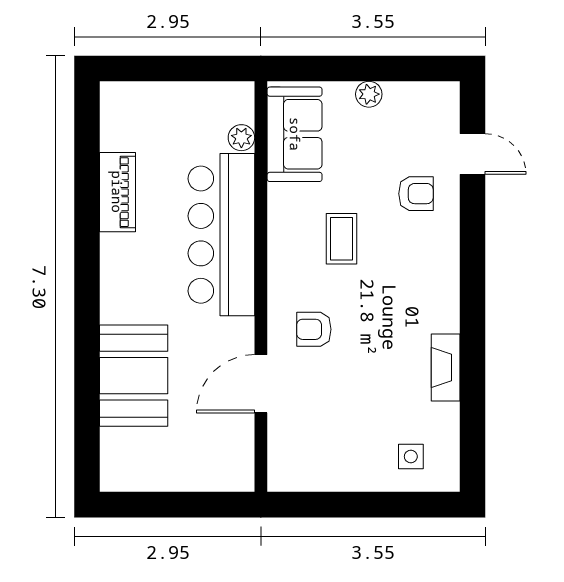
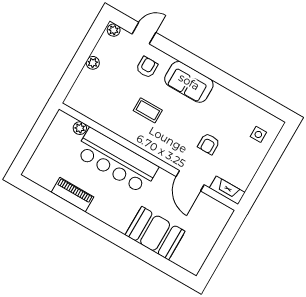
plant: (447, 98) -> (114, 30), added
sofa: (295, 134) -> (189, 82), moved, turned 180
armchair: (314, 329) -> (209, 144), moved
fireplace: (446, 367) -> (227, 190), moved, turned 180

